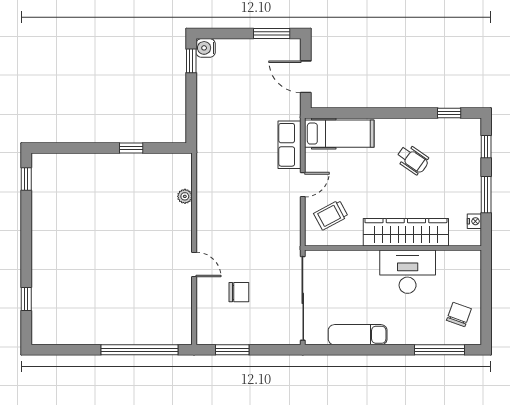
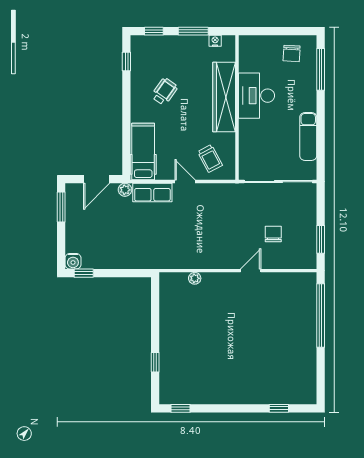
plant: (293, 111) -> (125, 190), added
window: (131, 148) -> (155, 362), moved
chair: (459, 314) -> (292, 53), turned -107

